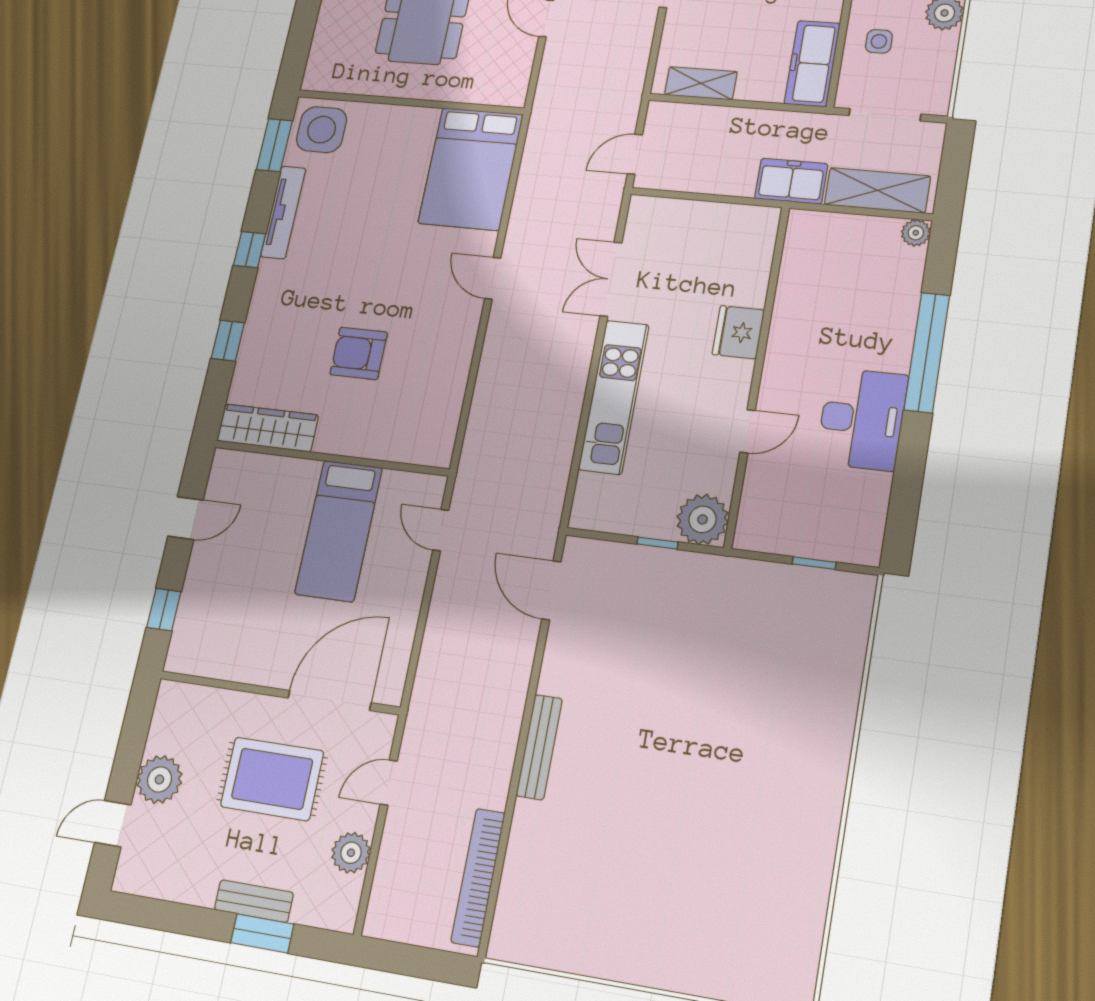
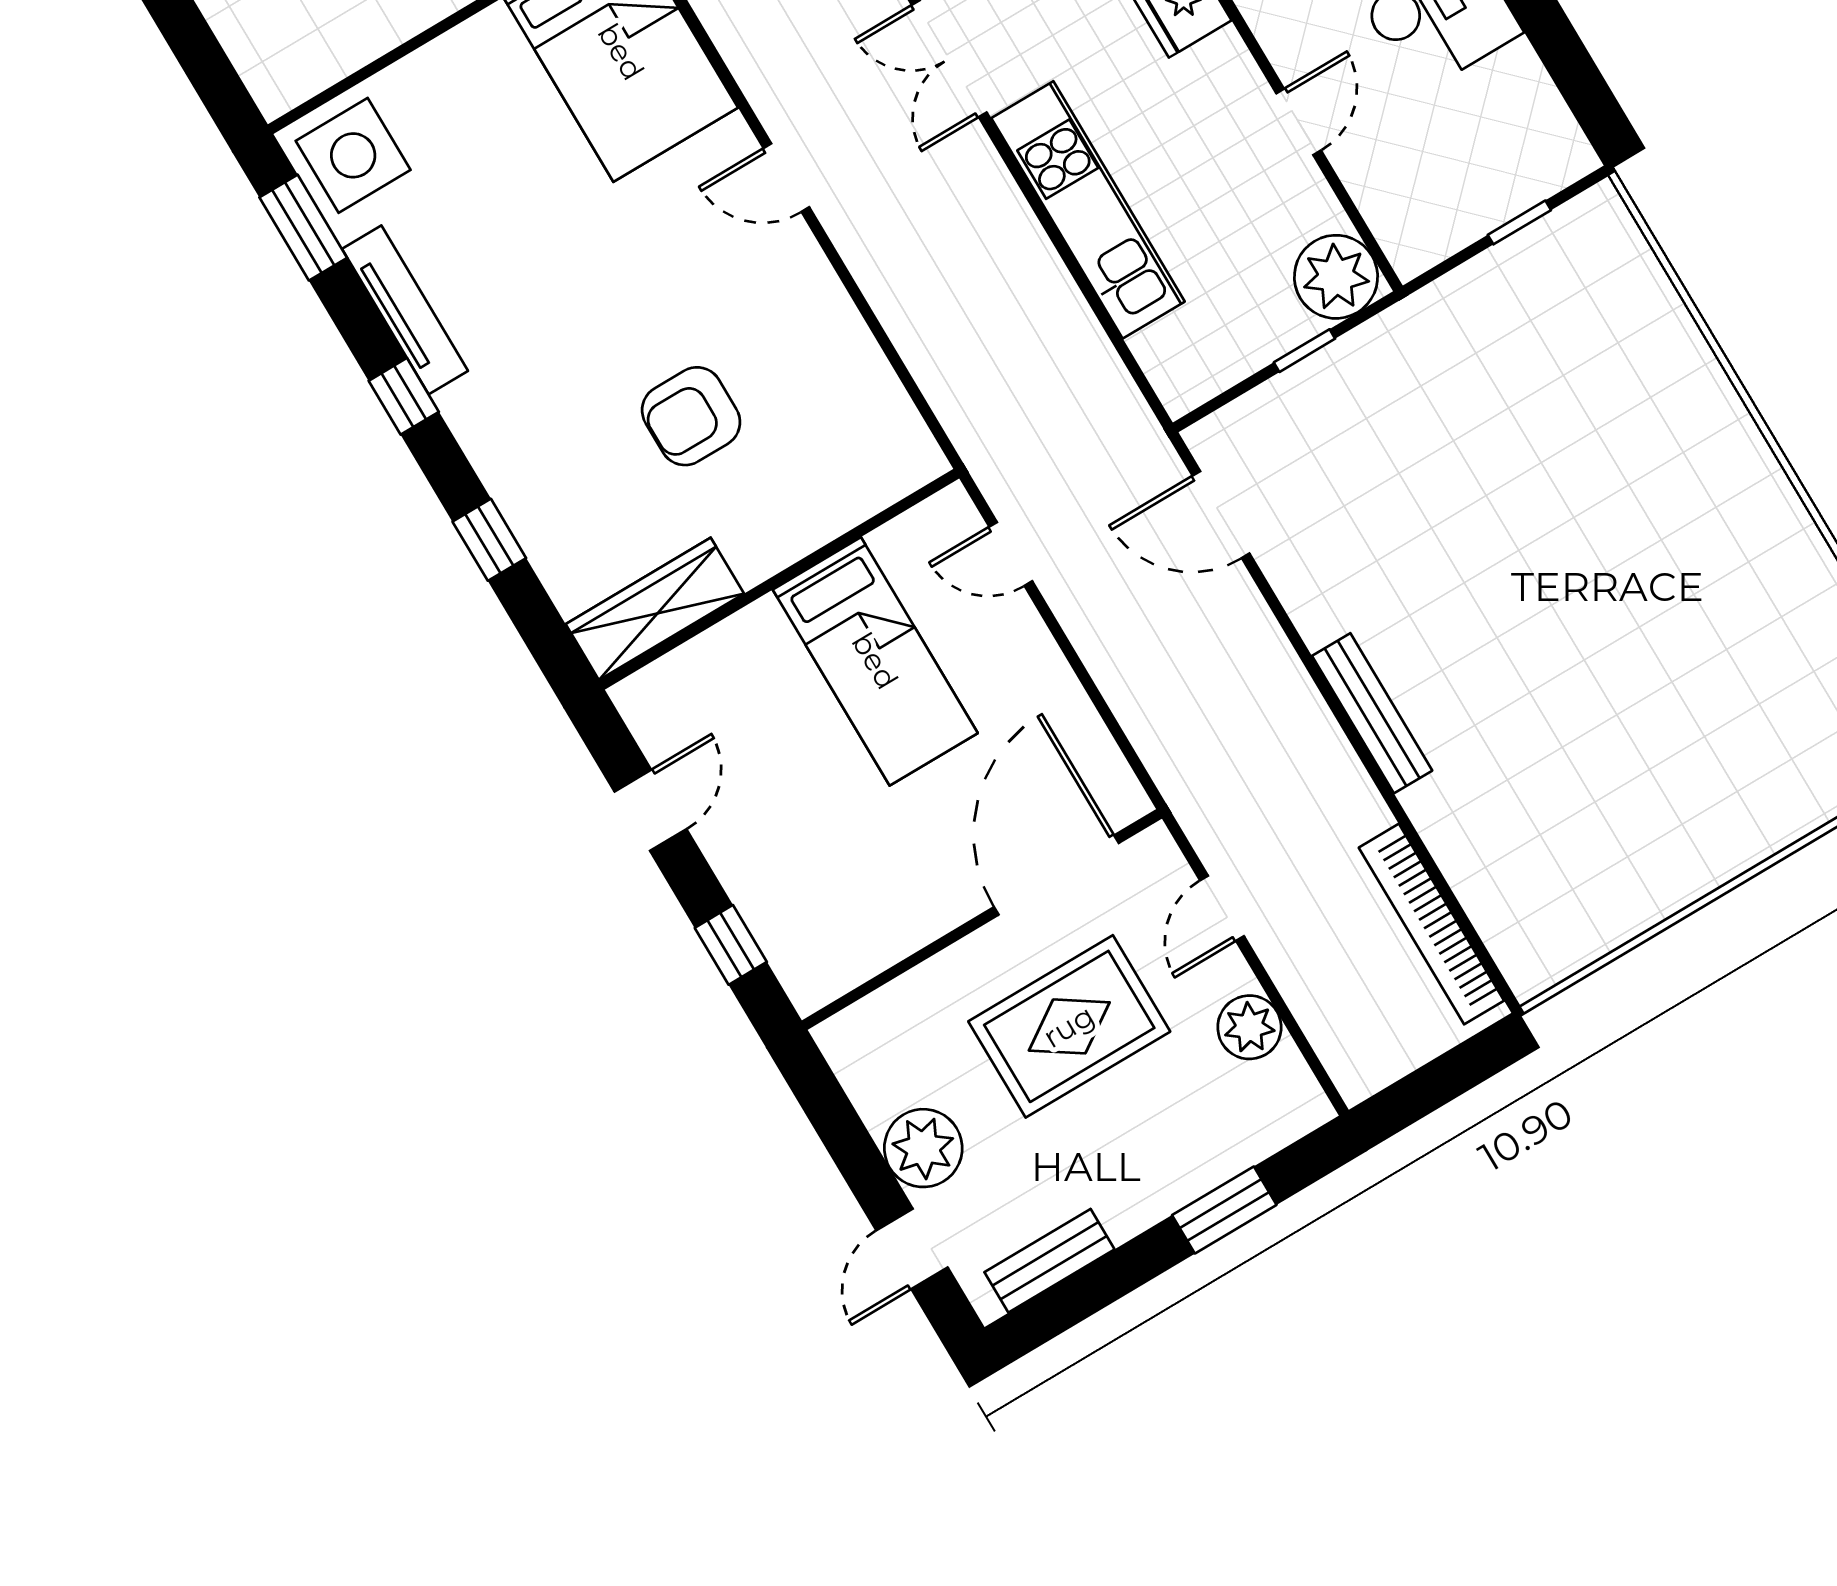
bench: (254, 901) -> (1049, 1261), moved

